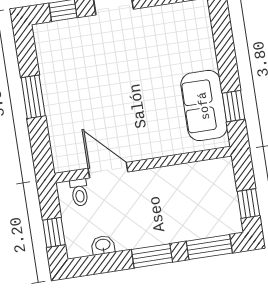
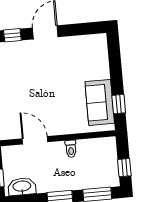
toilet: (79, 193) -> (71, 149), moved
washbasin: (103, 245) -> (22, 187), width x1.91, depth x1.45

